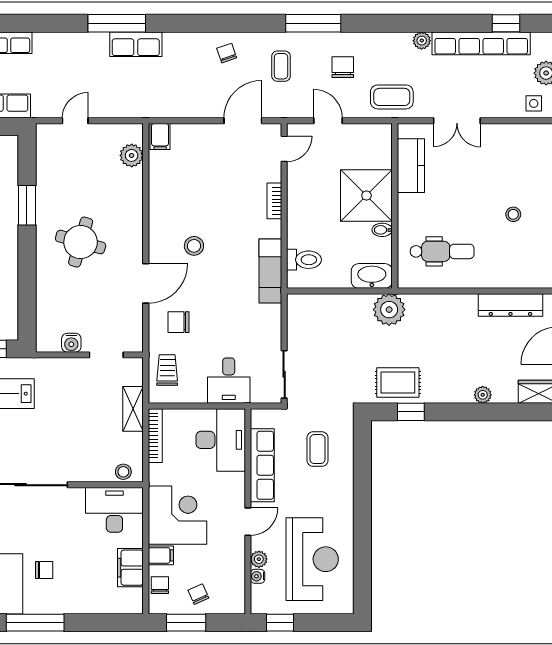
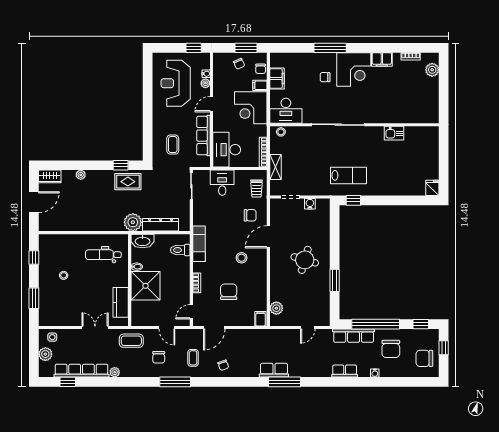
chair: (217, 185) -> (229, 292), added
dresser: (510, 305) -> (161, 225), moved

